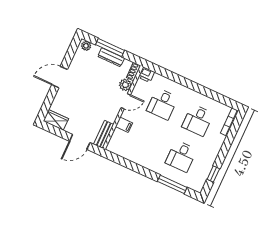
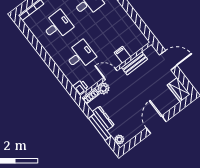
door: (60, 77) -> (156, 125), swing flipped
bench: (104, 134) -> (134, 63), moved

